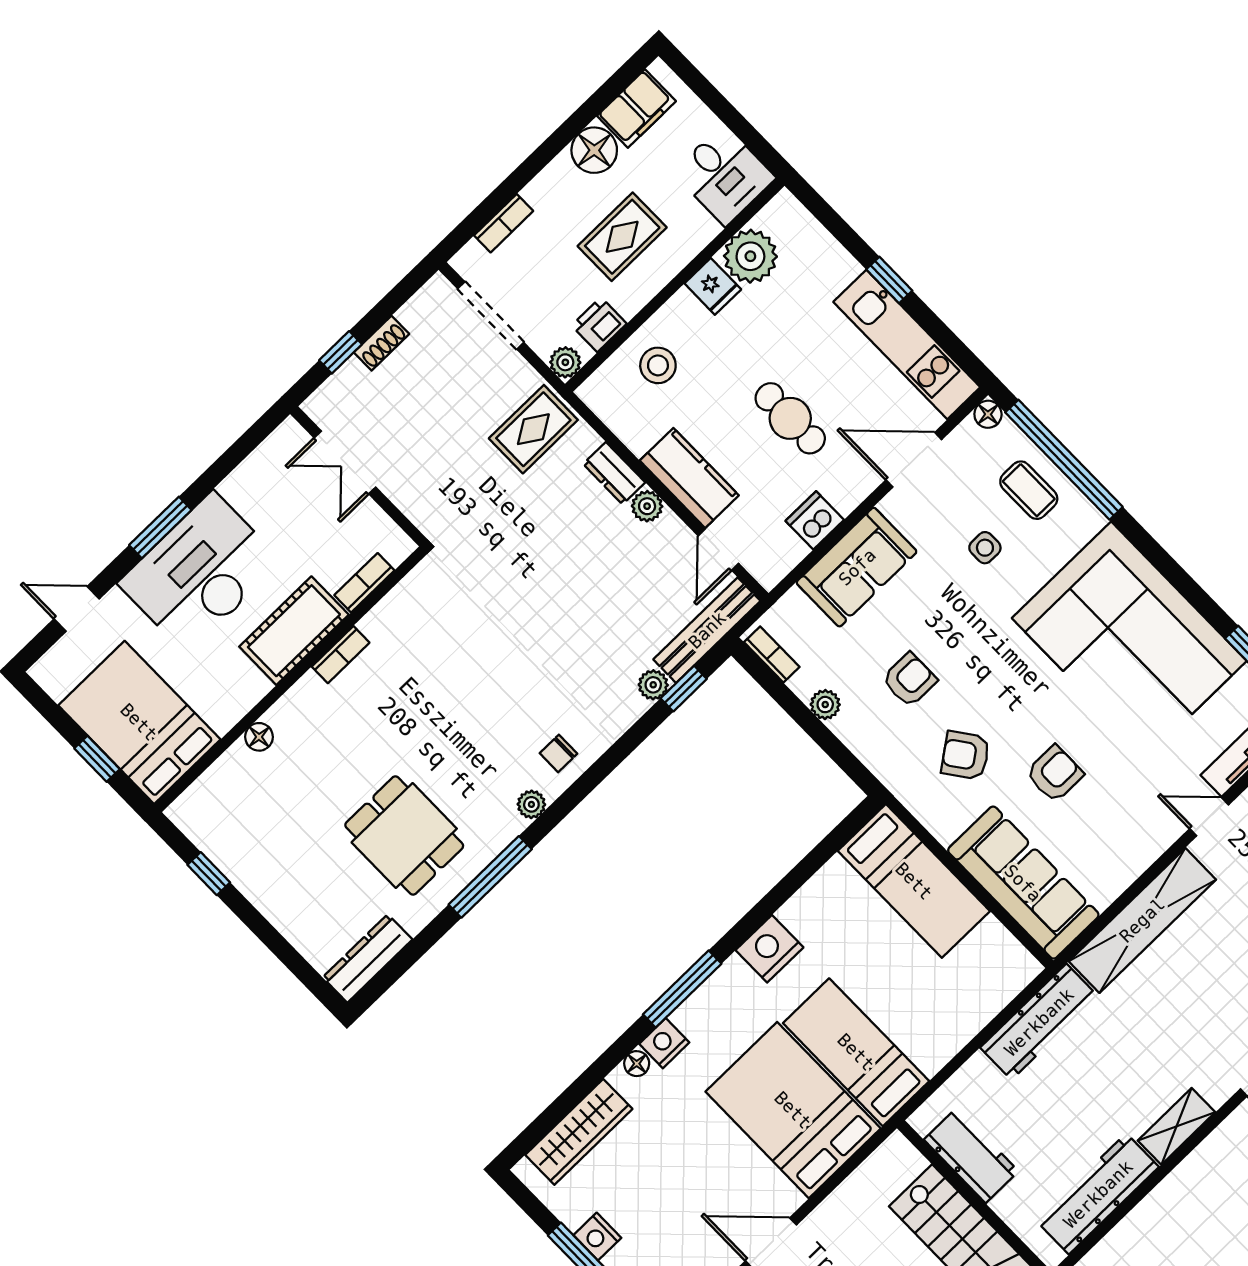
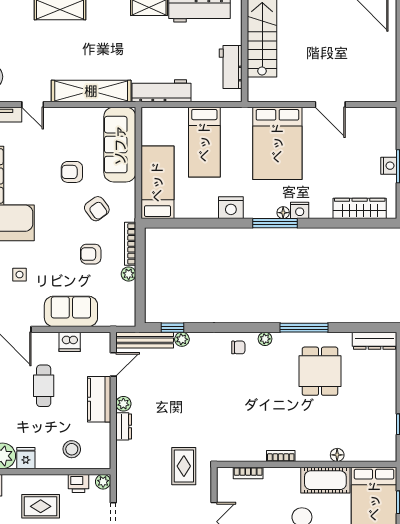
rug: (533, 429) -> (184, 466), moved, turned 90
cot: (294, 631) -> (325, 480), moved
bookcase: (772, 654) -> (130, 244), moved, width x1.56
bed: (856, 1052) -> (204, 142), moved
floor lamp: (637, 1064) -> (283, 213), moved

